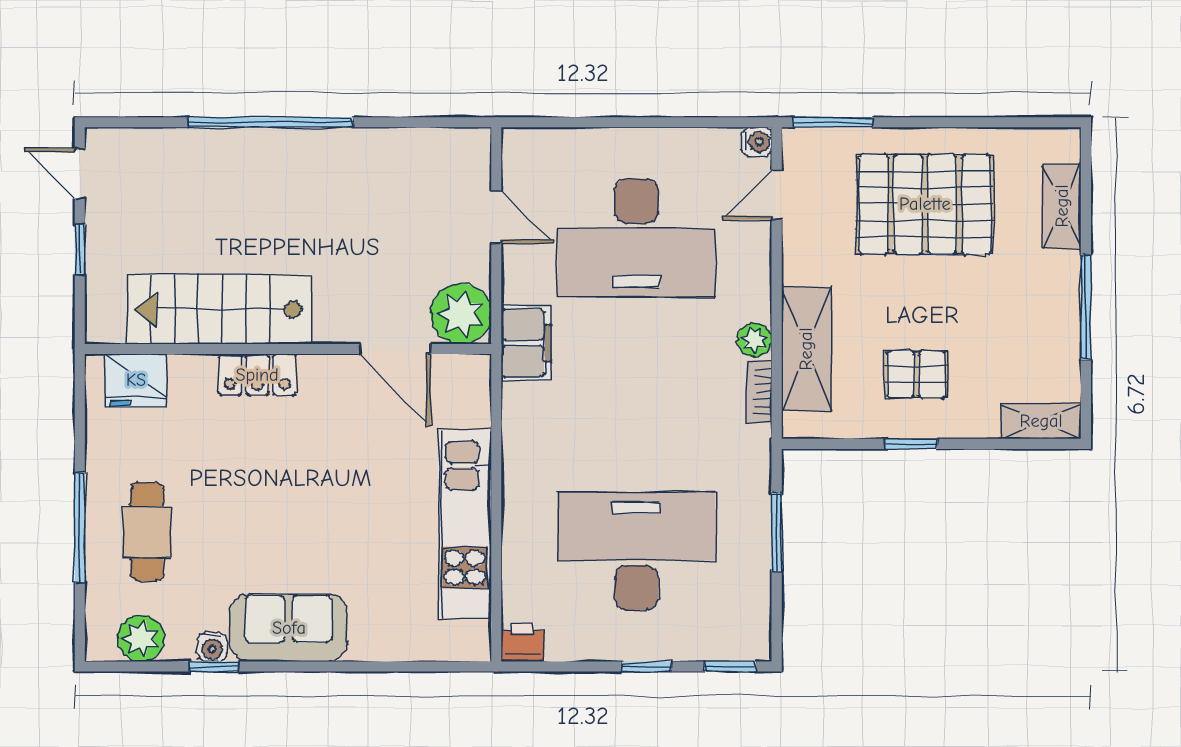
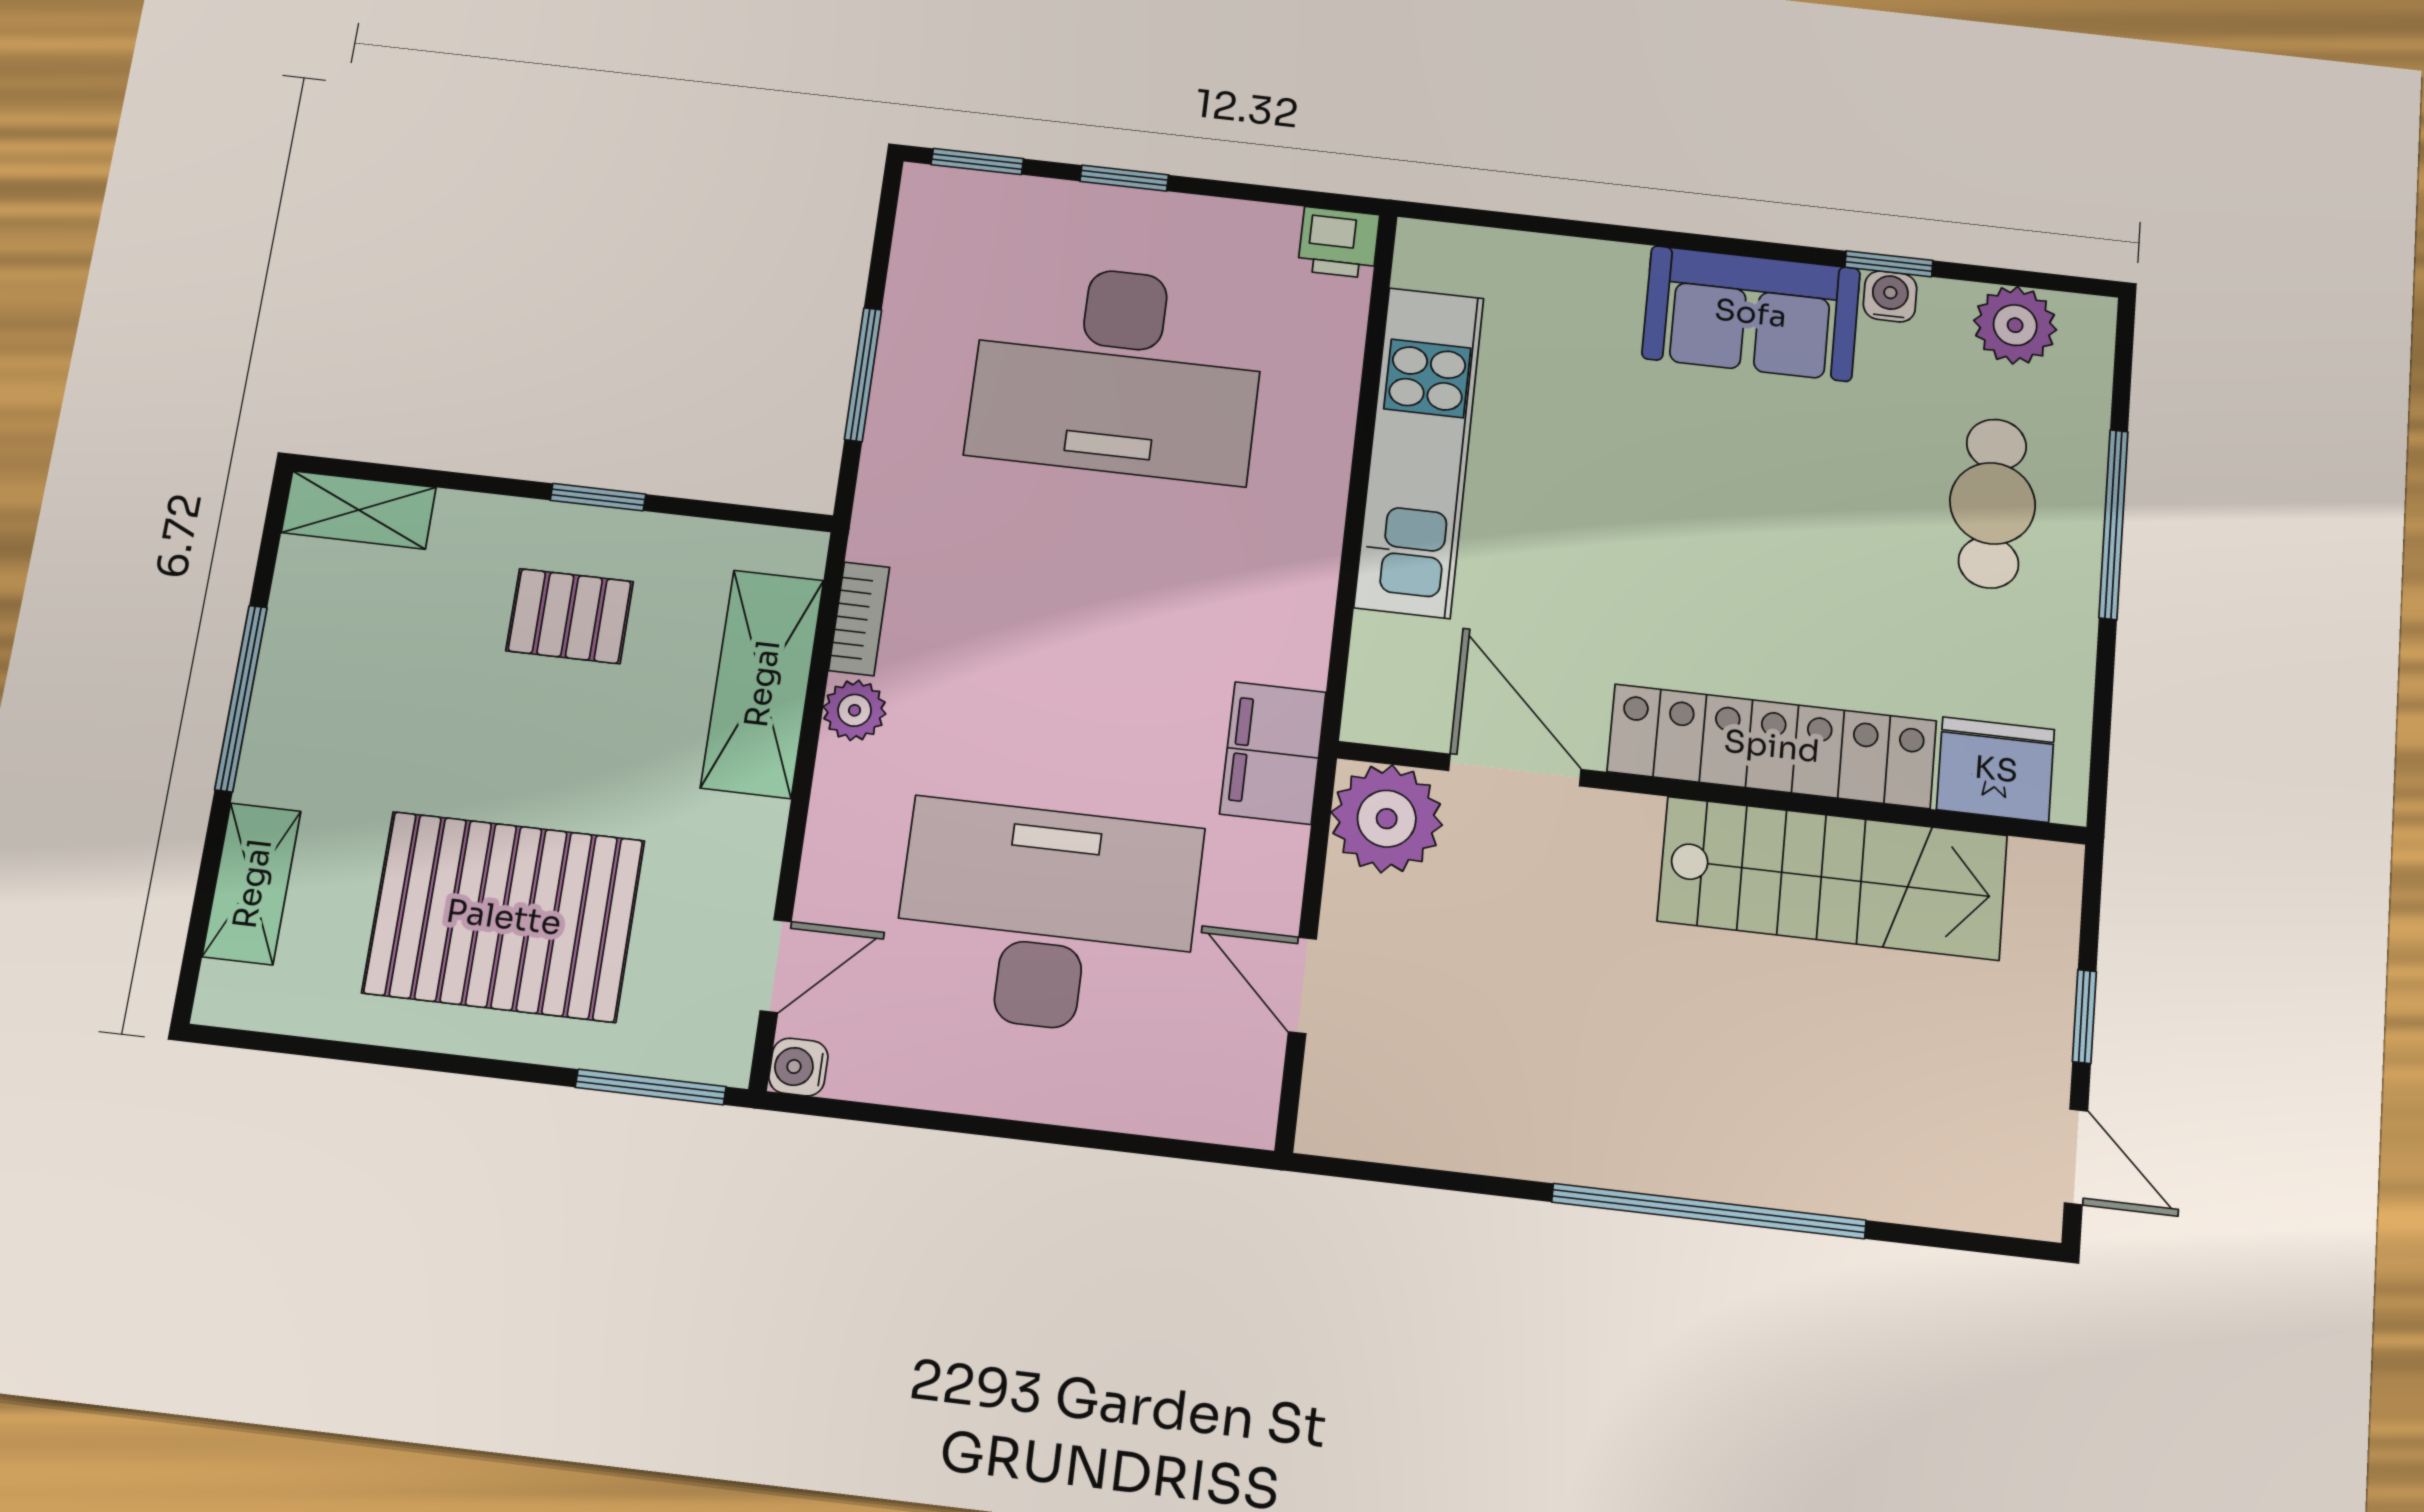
locker: (257, 375) -> (1772, 746), width x2.16, depth x1.21

